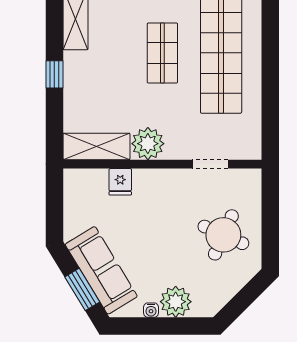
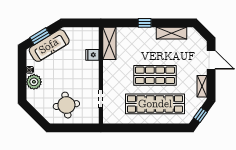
shop shelf: (162, 53) -> (155, 75), width x1.43, depth x1.36
plant: (148, 144) -> (111, 68), removed
round table: (223, 235) -> (66, 105), turned -32

